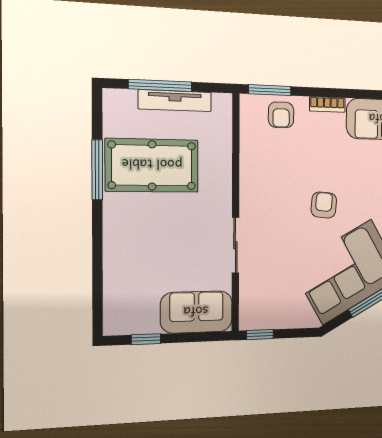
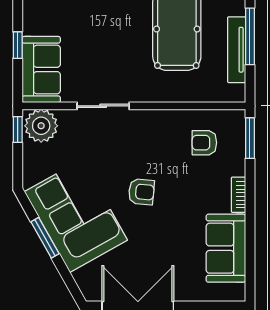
armchair: (281, 115) -> (204, 143), moved
plant: (256, 310) -> (41, 126), added
window: (146, 339) -> (18, 45), moved

